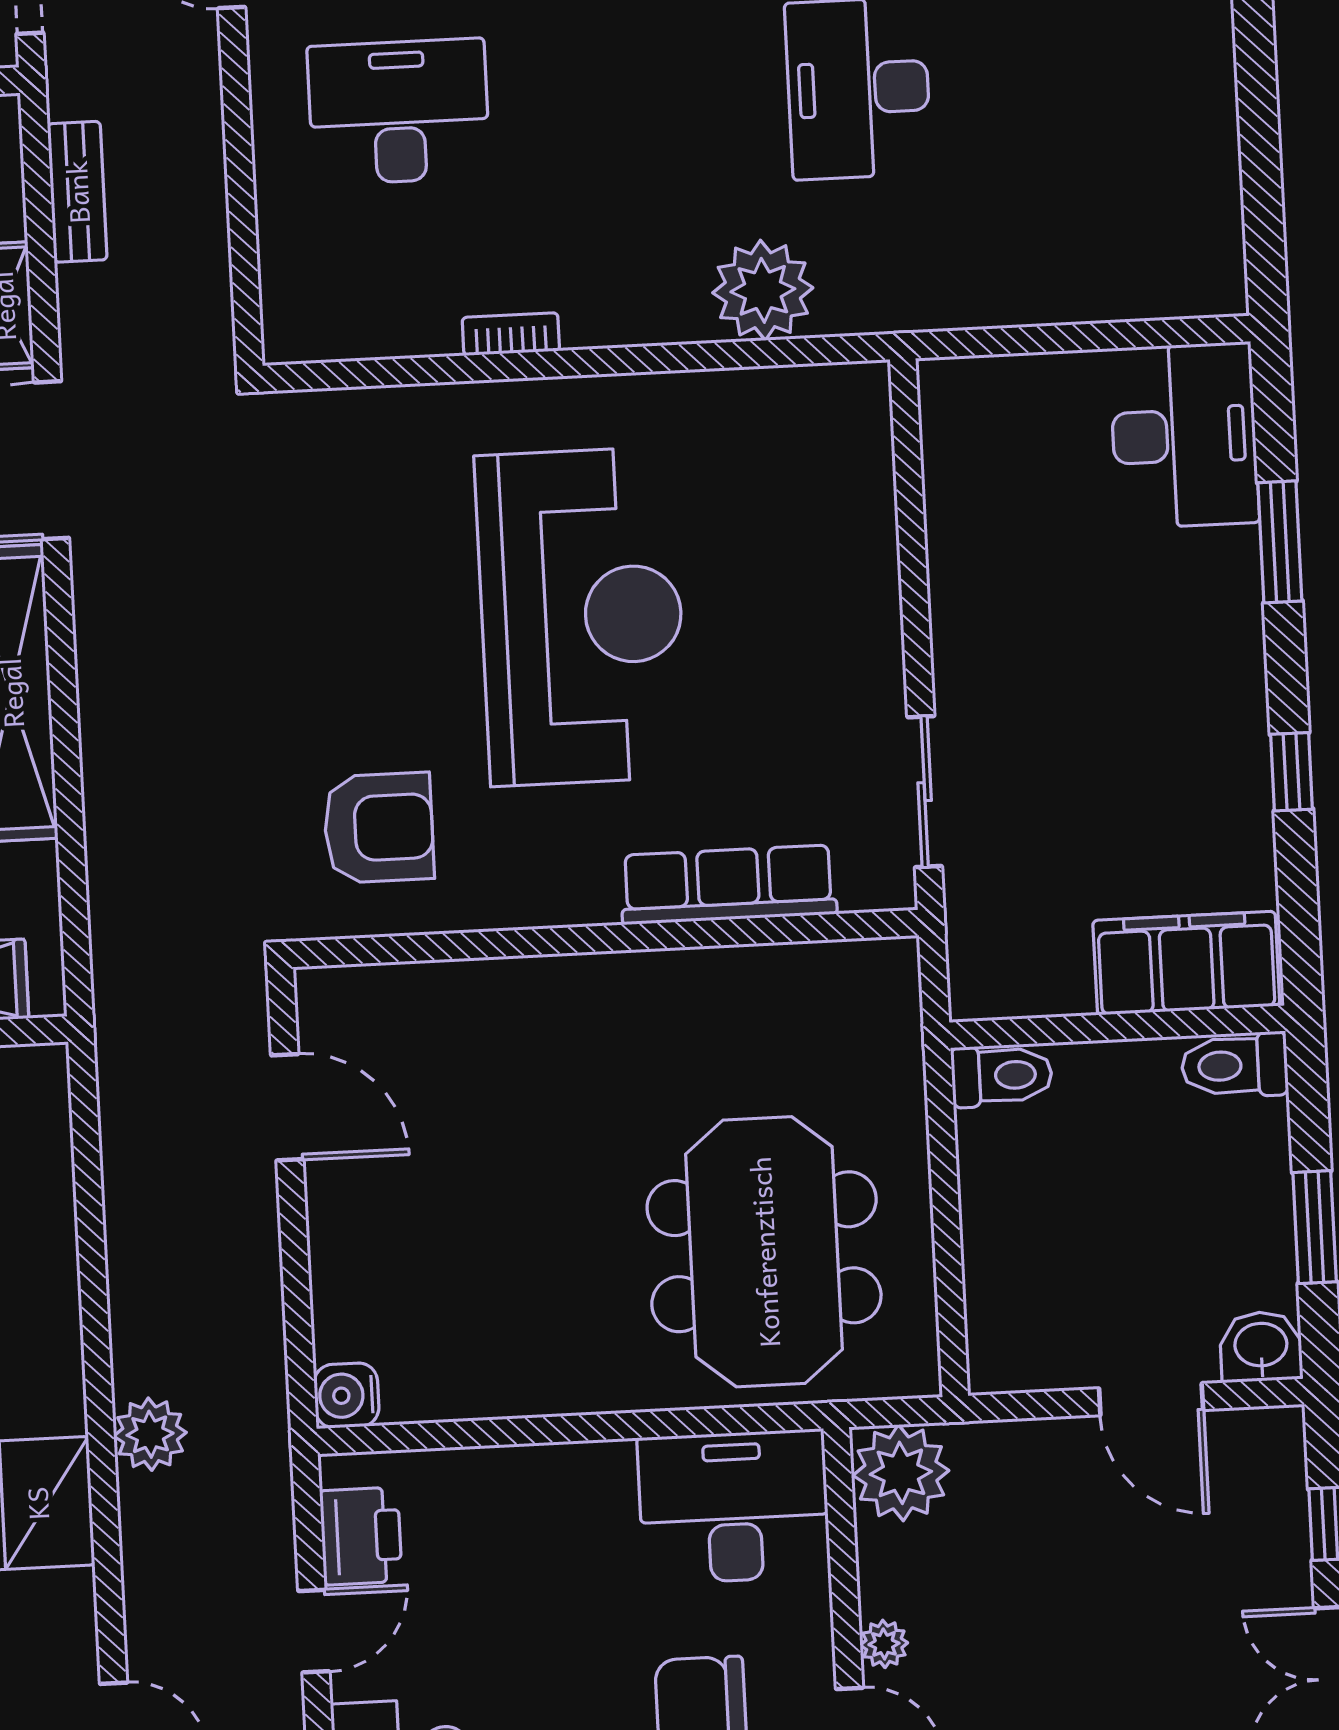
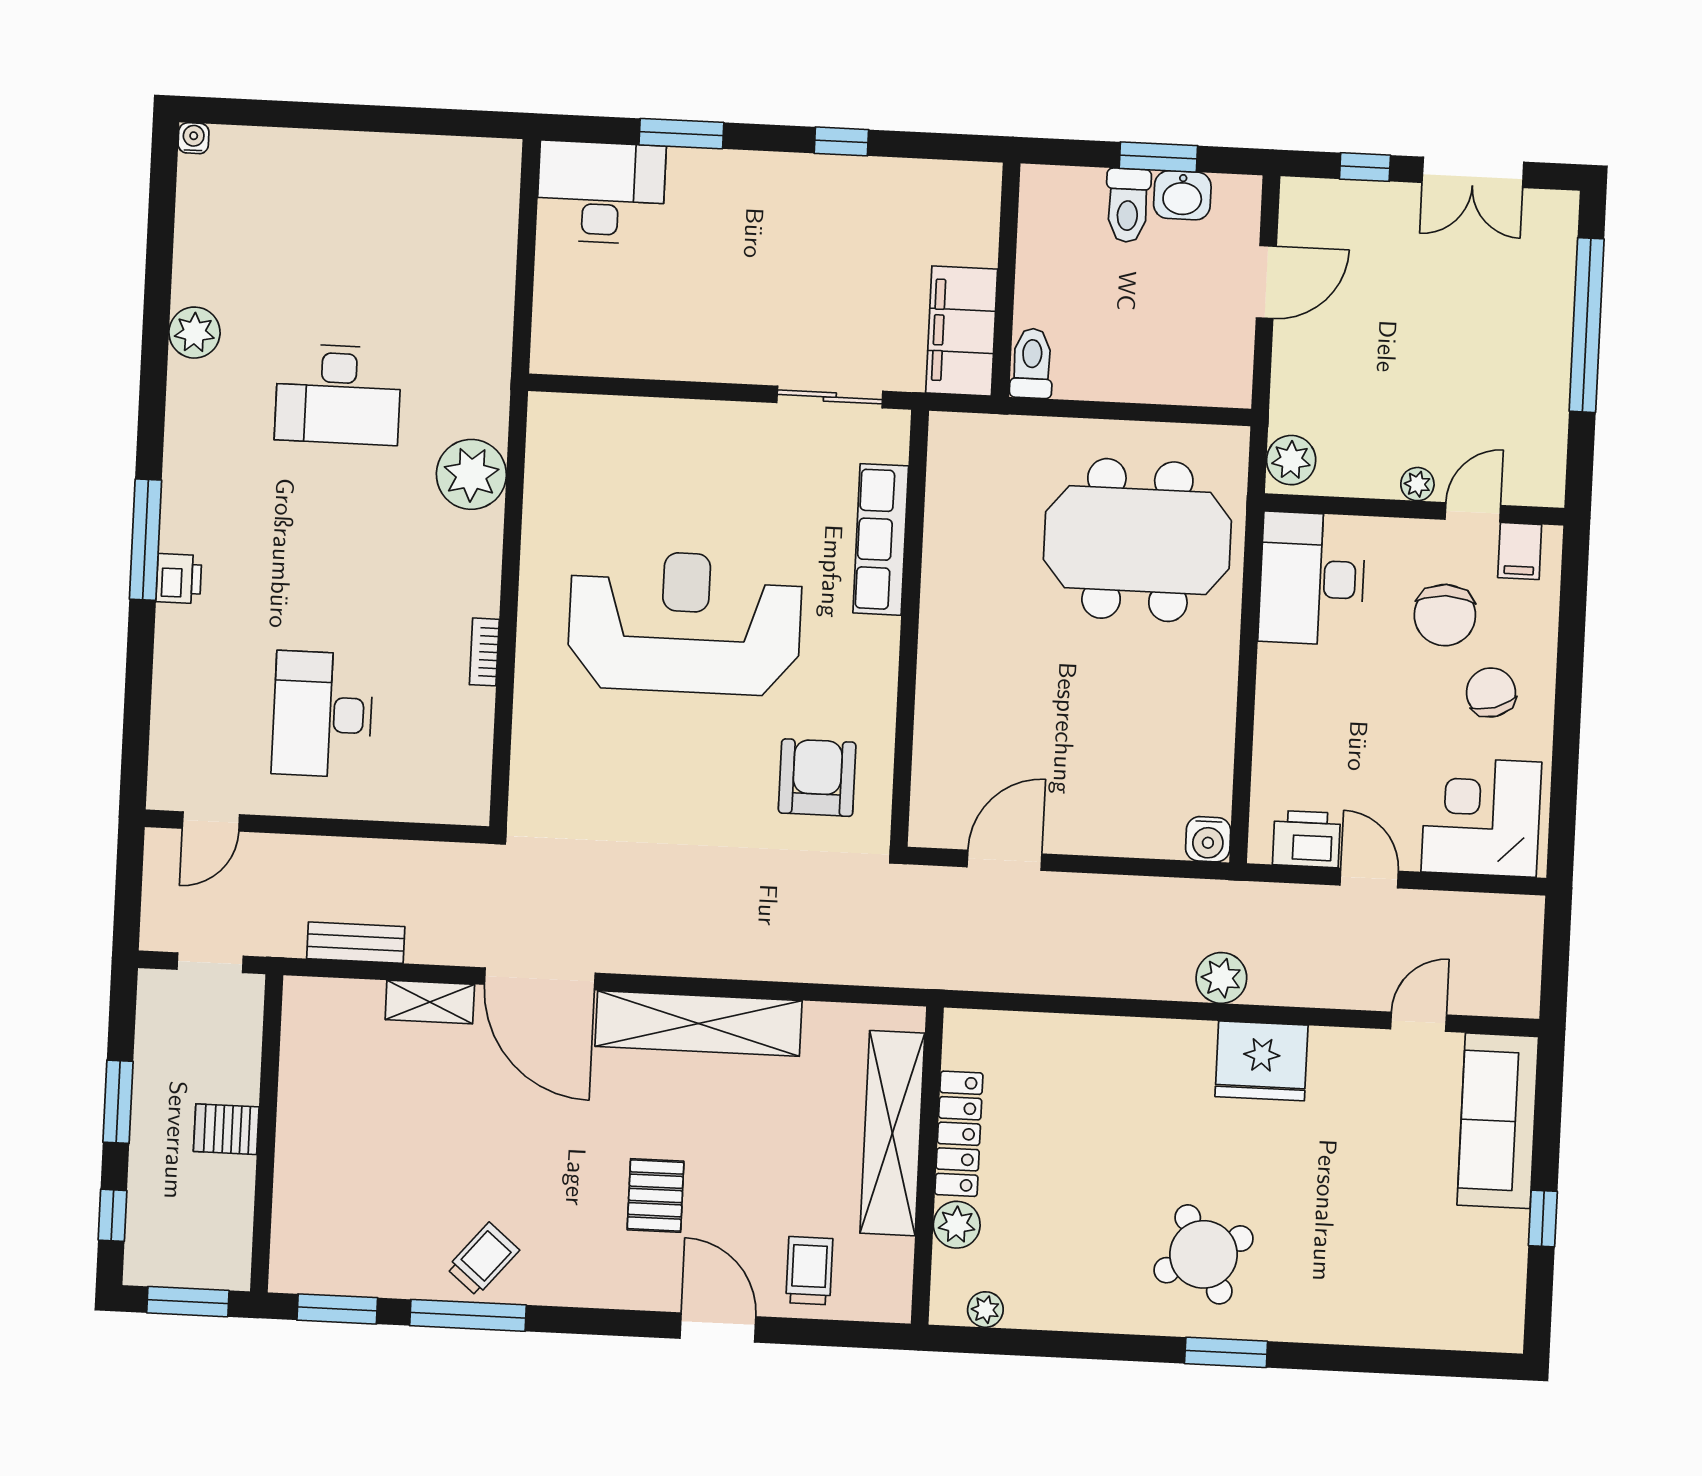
filing cabinet: (1186, 963) -> (962, 331), moved
toilet: (1235, 1065) -> (1128, 205), moved
washbasin: (1261, 1347) -> (1182, 195), moved, turned -90
plant: (901, 1473) -> (1291, 460), width x0.73, depth x0.73

